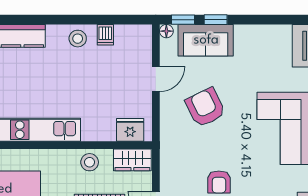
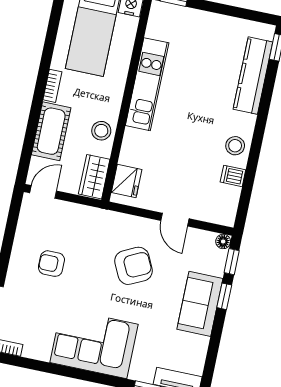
sofa: (206, 40) -> (200, 304), moved

